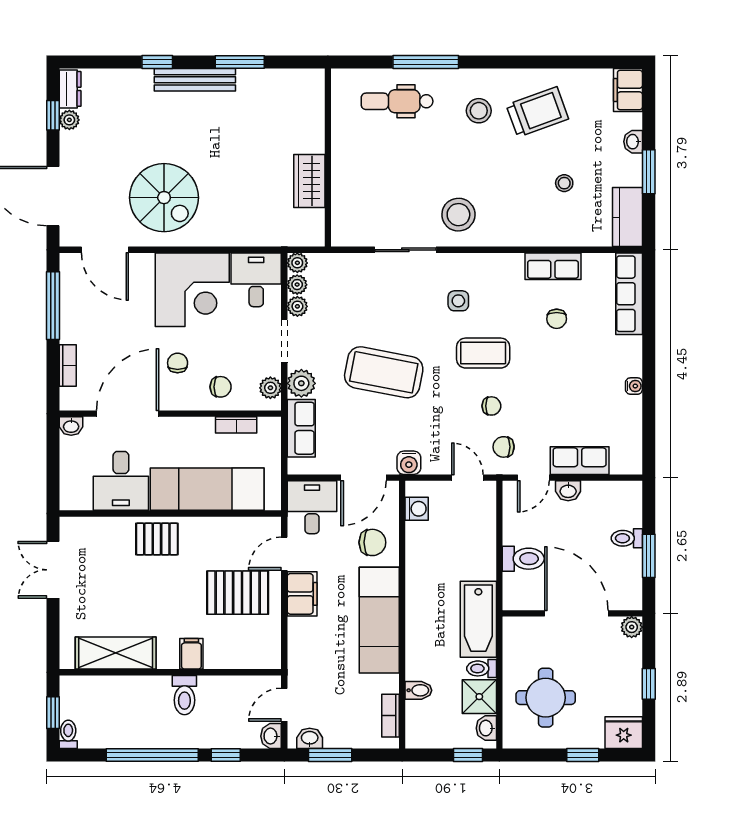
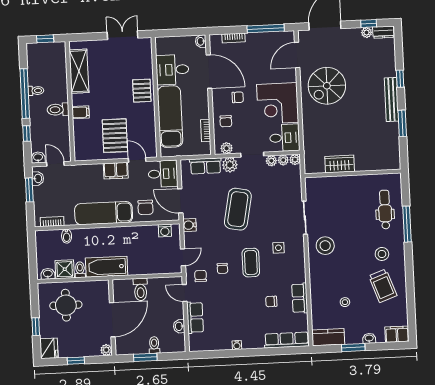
washbasin: (568, 491) -> (179, 326), moved
toilet: (68, 734) -> (36, 91), moved
window: (468, 755) -> (33, 265), removed

